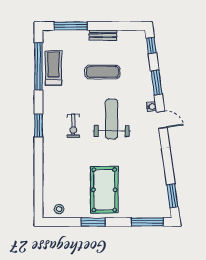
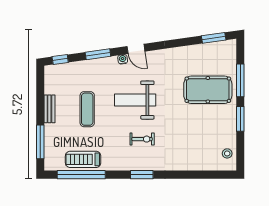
door: (162, 120) -> (136, 49), swing flipped
pool table: (104, 190) -> (208, 90), moved
window: (147, 222) -> (240, 80), moved

